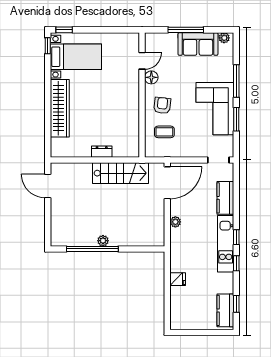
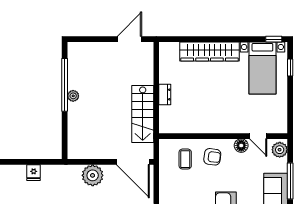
window: (64, 30) -> (290, 67), moved
plant: (155, 40) -> (280, 150), added
plant: (175, 222) -> (93, 175), width x1.88, depth x1.88

